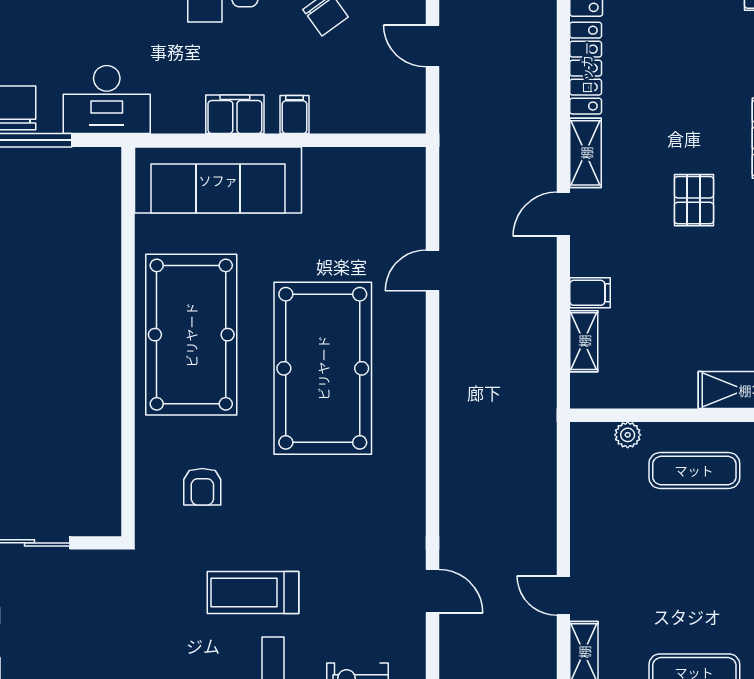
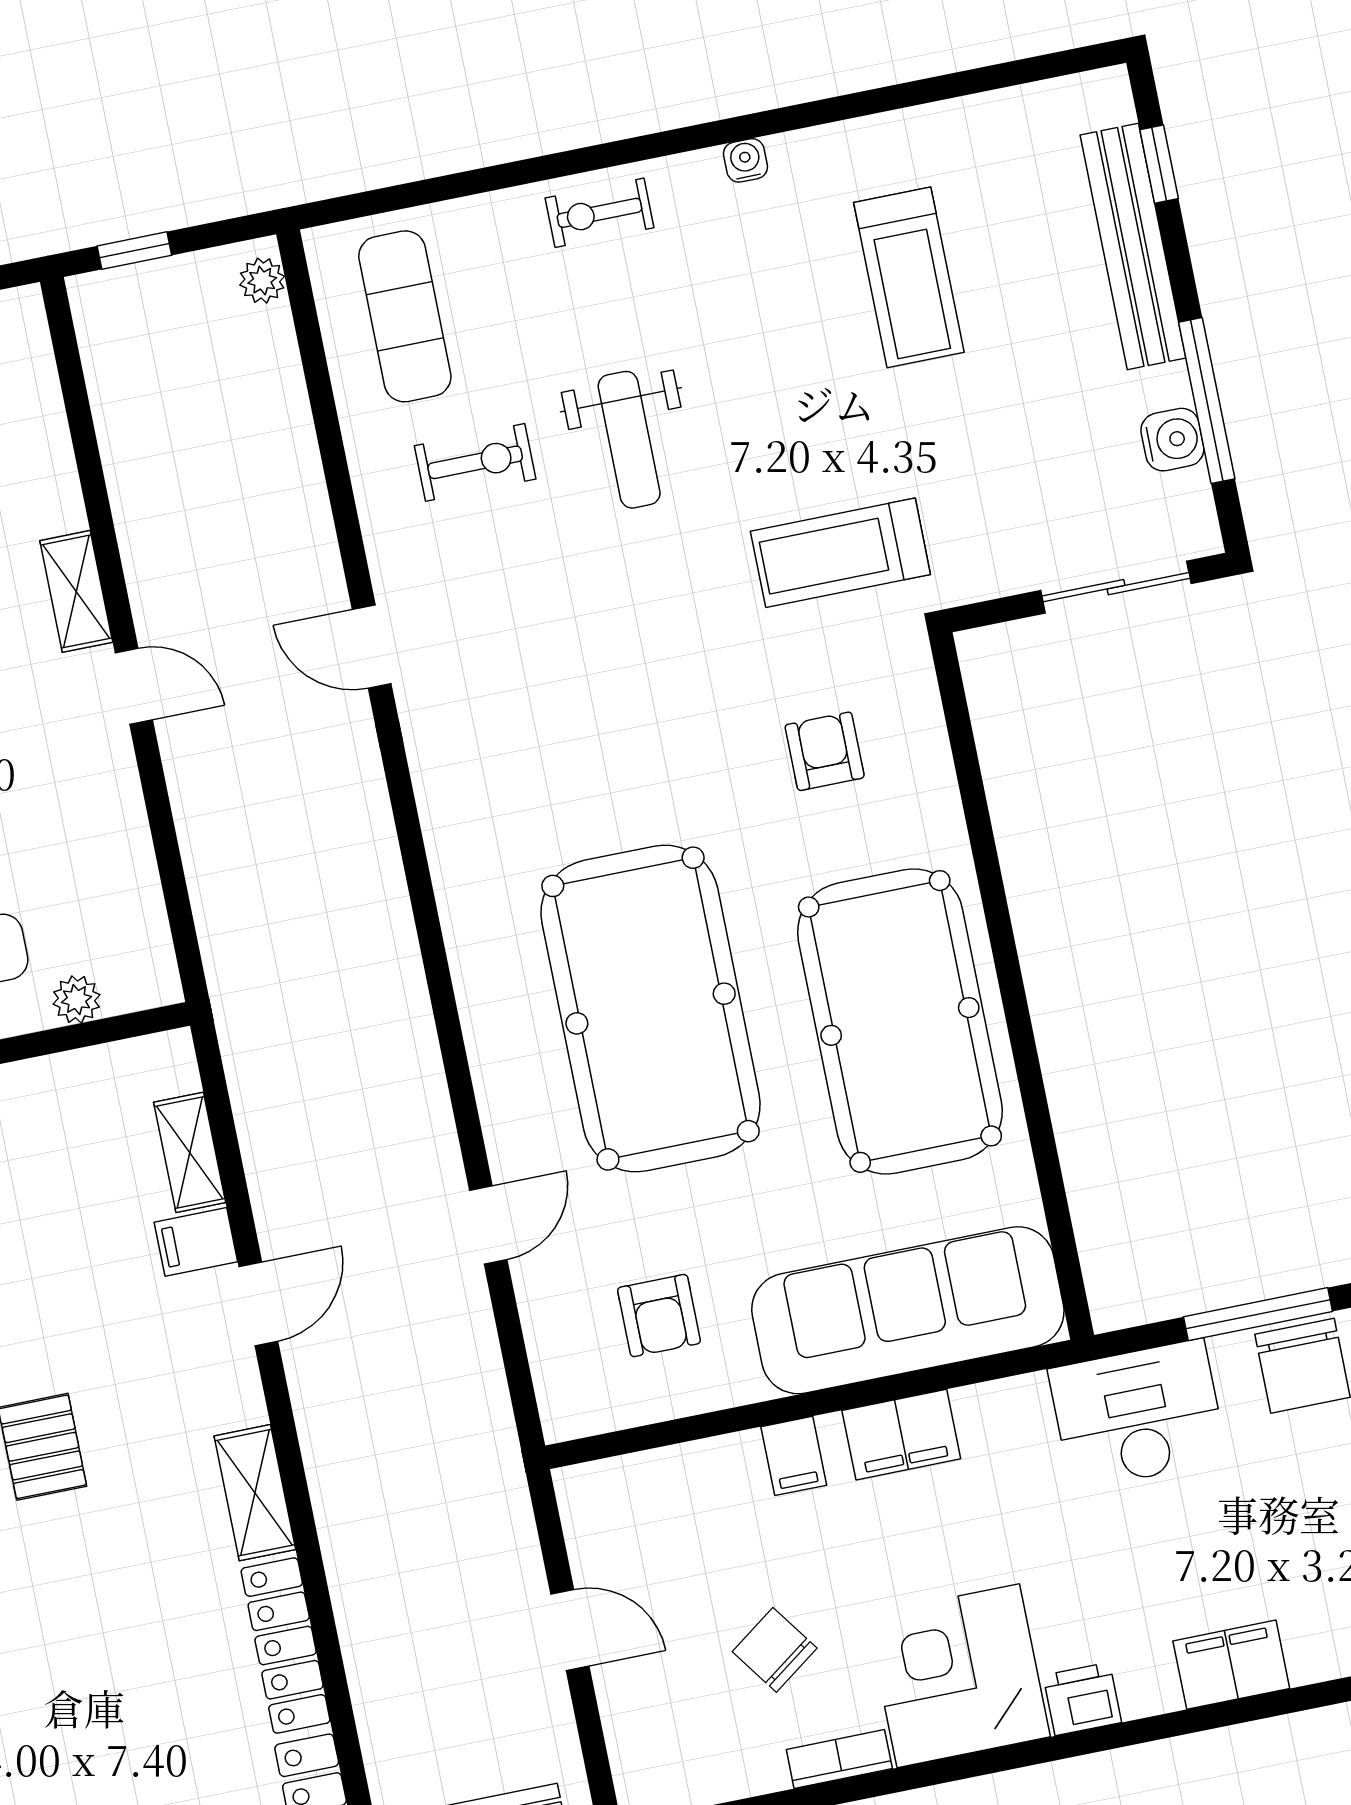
armchair: (351, 204) -> (659, 1316), added
door: (563, 214) -> (258, 1304), moved
treadmill: (253, 592) -> (840, 553), moved, turned 180

